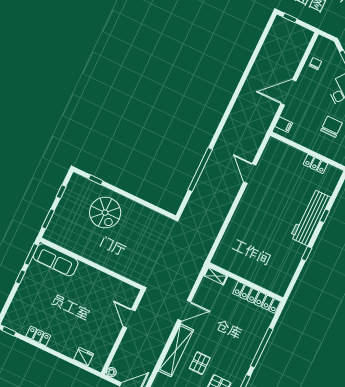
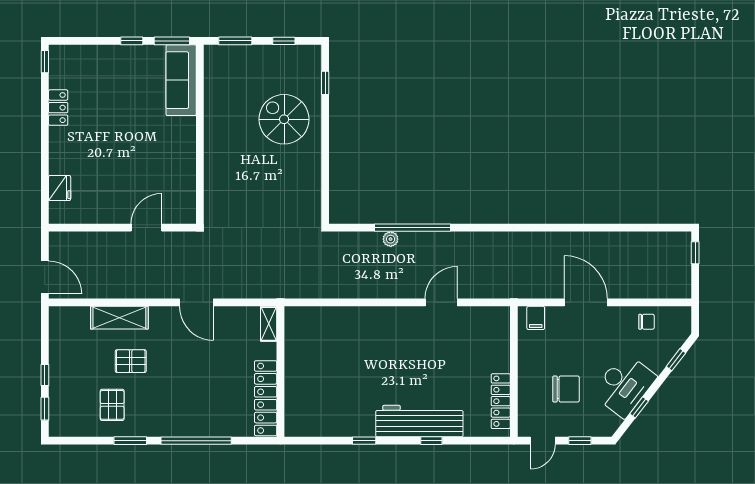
locker: (315, 164) -> (501, 401), width x1.53
spiral stairs: (105, 213) -> (284, 119), turned 90
shelving: (176, 350) -> (119, 318), width x0.68
plant: (111, 372) -> (391, 239), moved

